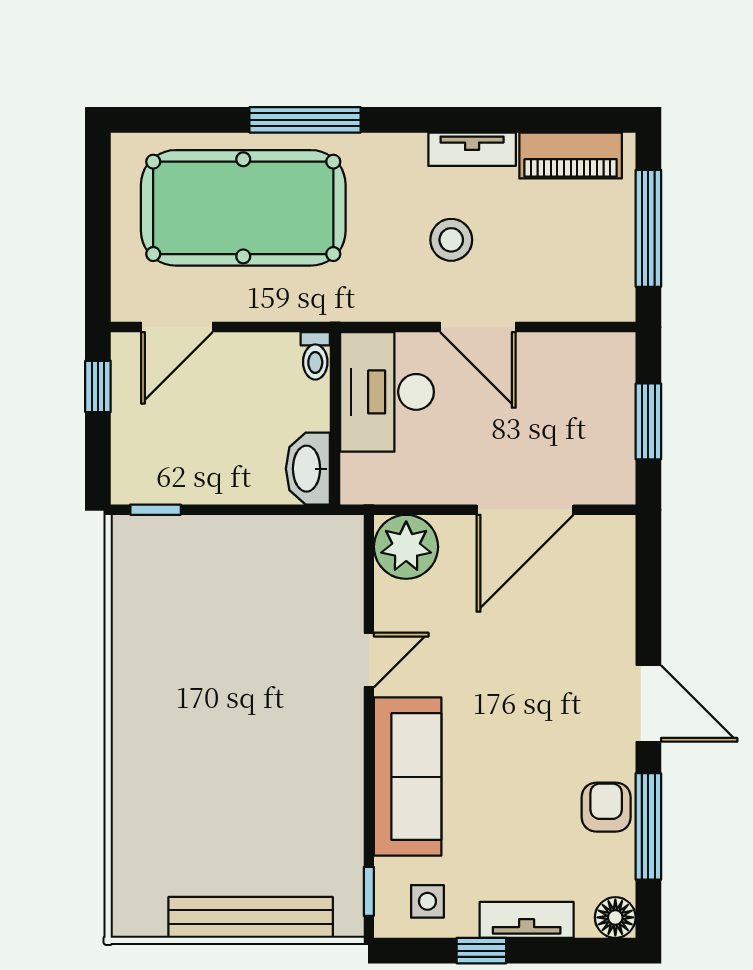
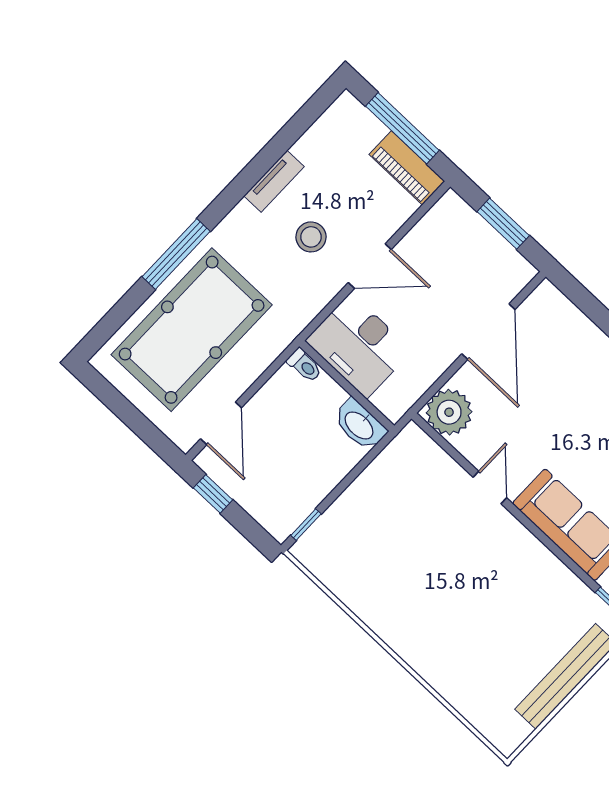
piano: (571, 155) -> (407, 168), moved, turned 90

